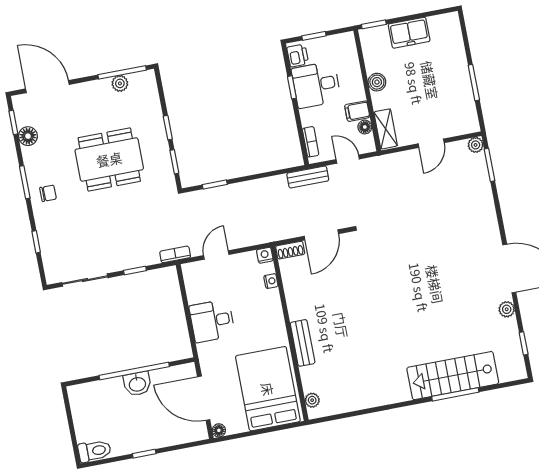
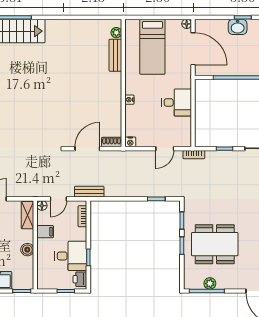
floor lamp: (365, 127) -> (42, 206), moved
dining table: (109, 159) -> (215, 244), moved
door: (348, 159) -> (58, 199), hinge flipped
nightstand: (271, 281) -> (129, 100), moved
bench: (303, 343) -> (115, 55), moved
washbasin: (137, 384) -> (238, 27), moved, turned 180
bed: (268, 389) -> (152, 47), width x0.67

